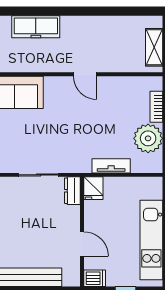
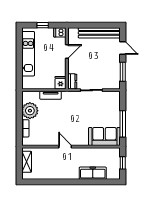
door: (82, 244) -> (67, 52), swing flipped

